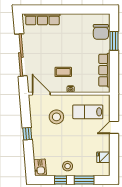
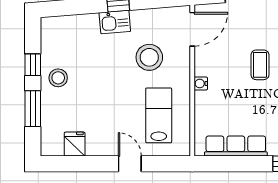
coffee table: (63, 72) -> (260, 65), moved
kitchen sink: (40, 167) -> (115, 22), moved

